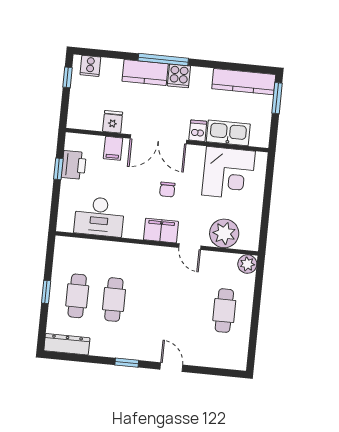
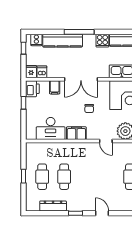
kitchen counter: (145, 73) -> (63, 41), width x1.50
cooker: (179, 76) -> (102, 41), moved
fridge: (113, 122) -> (31, 72), moved
dishwasher: (198, 131) -> (42, 72), moved
printer: (74, 165) -> (32, 89), moved
filing cabinet: (161, 231) -> (76, 133), moved
dresser: (67, 344) -> (53, 206), moved

